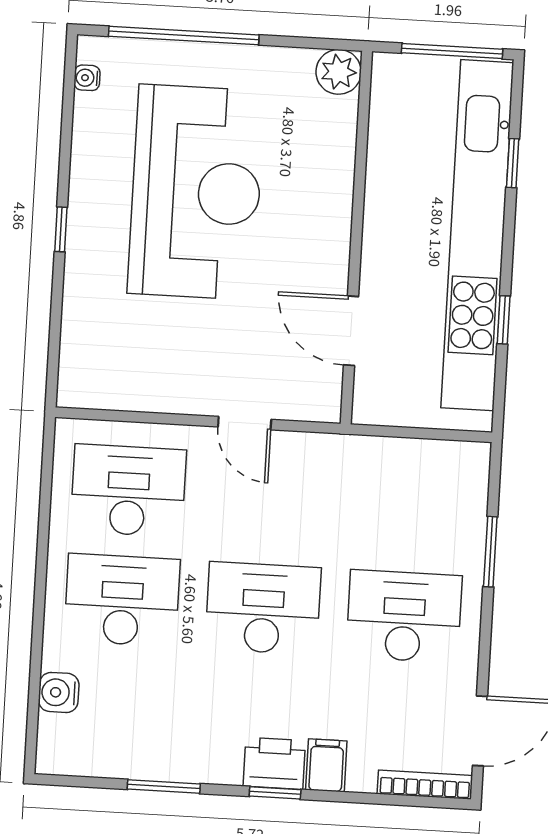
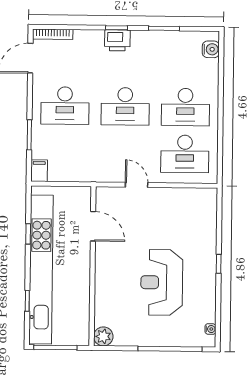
reception desk: (196, 192) -> (162, 282), width x0.74, depth x0.77
water cooler: (59, 692) -> (211, 49), moved
filing cabinet: (326, 765) -> (39, 171), moved, turned 180

